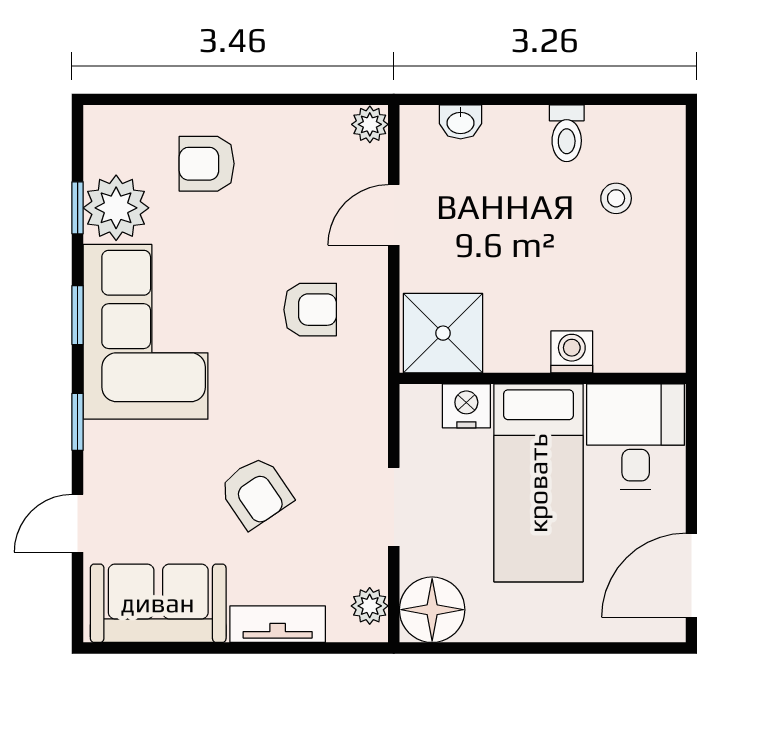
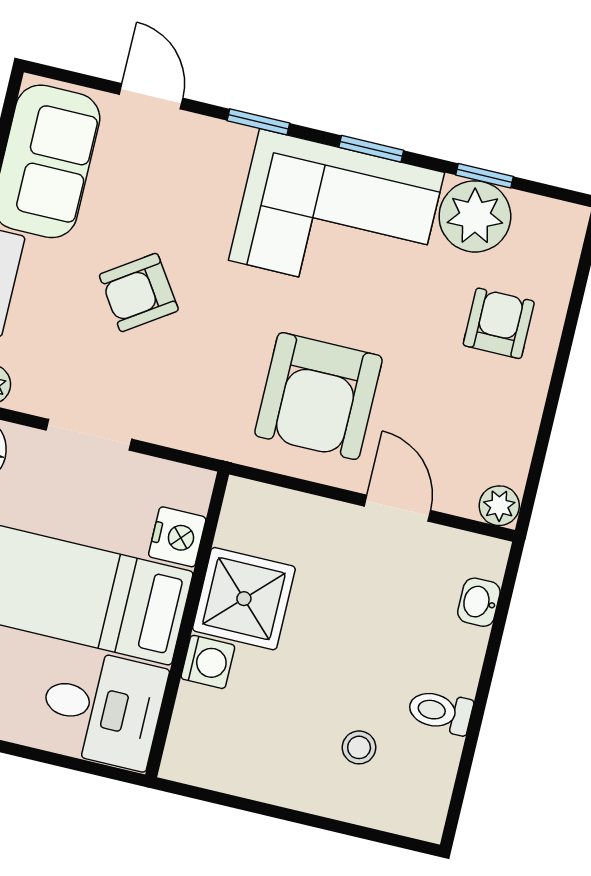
armchair: (310, 310) -> (318, 396), width x1.88, depth x1.88
shower: (443, 333) -> (244, 599), moved

